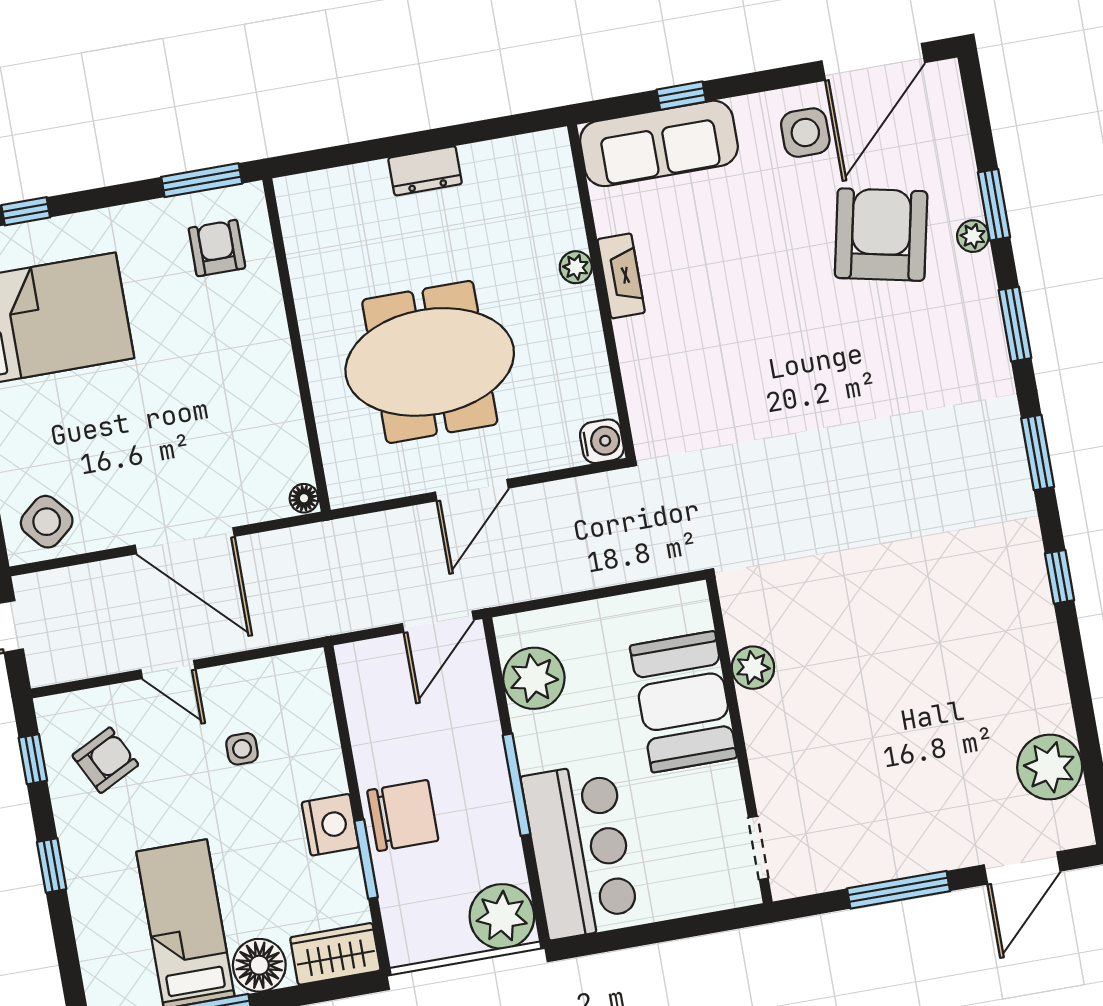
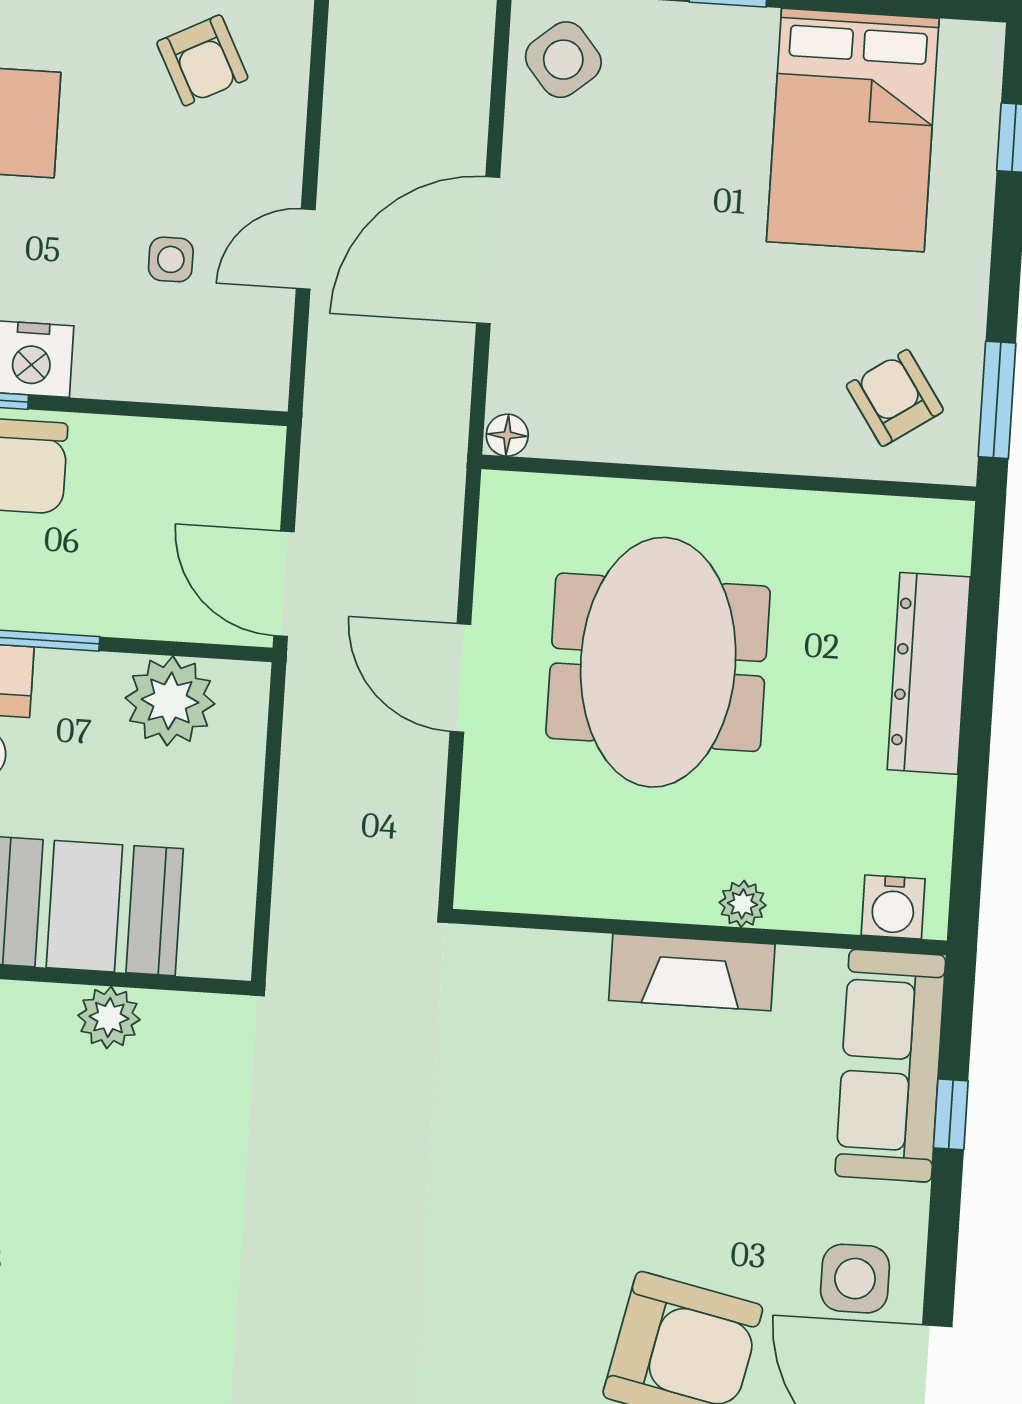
dresser: (425, 171) -> (929, 673), width x1.96, depth x1.24
armchair: (217, 248) -> (895, 398), turned -124
fireplace: (621, 276) -> (692, 972), width x1.37, depth x1.32
water cooler: (602, 441) -> (893, 907), moved
door: (168, 669) -> (306, 249), moved

